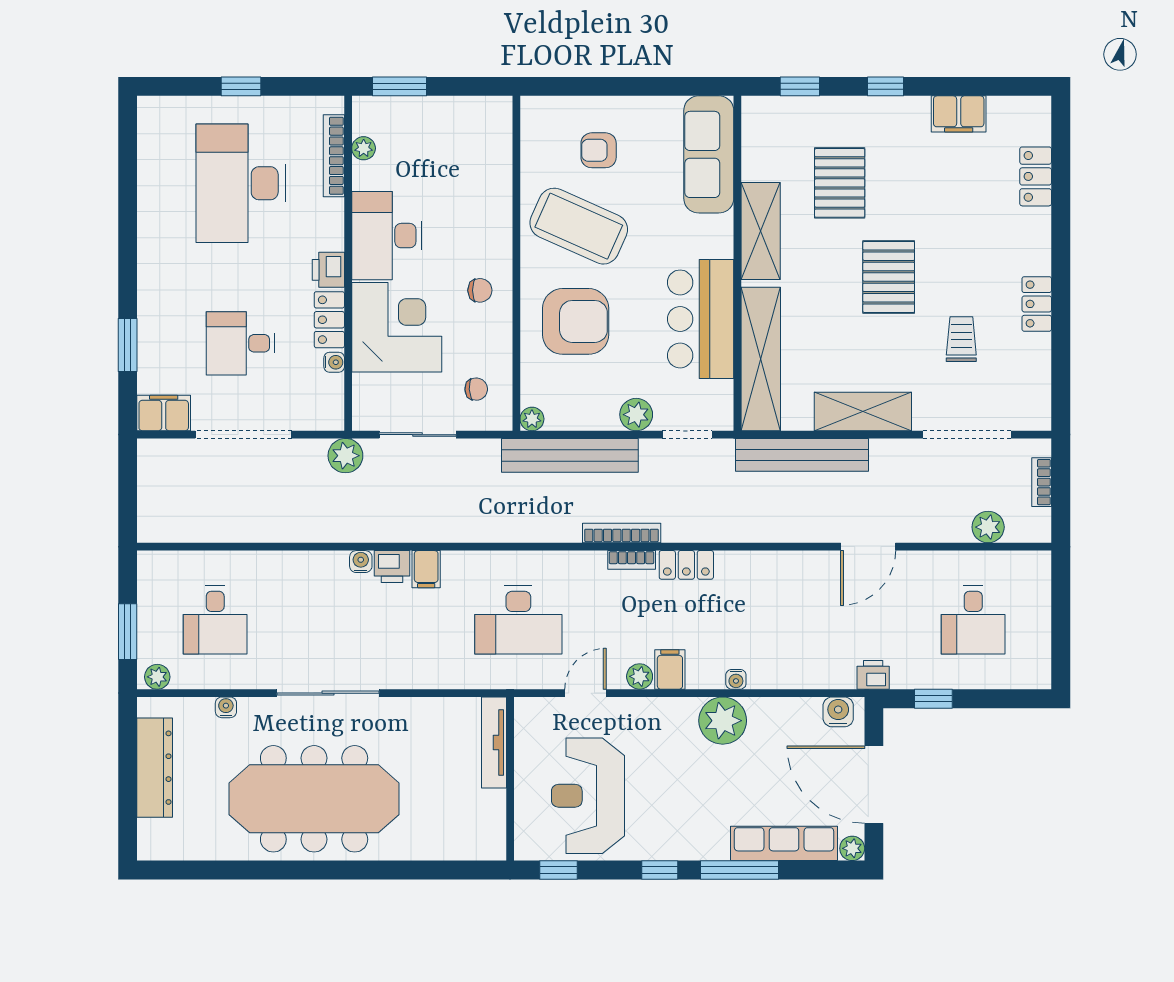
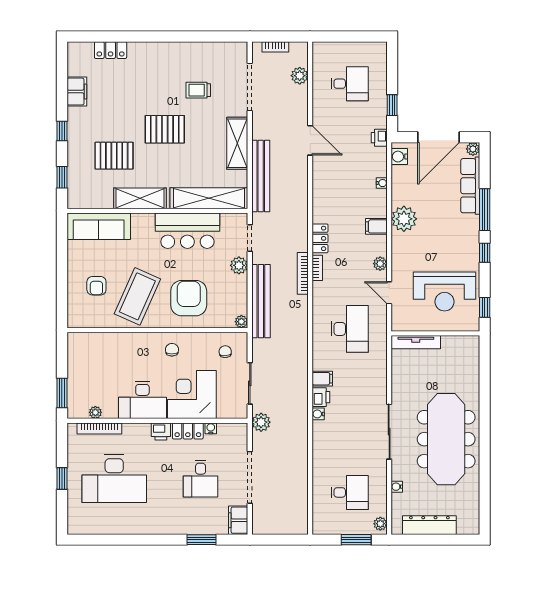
locker: (1037, 304) -> (179, 49), removed
filing cabinet: (670, 669) -> (376, 226), moved
water cooler: (736, 679) -> (382, 183), moved

